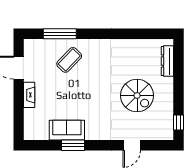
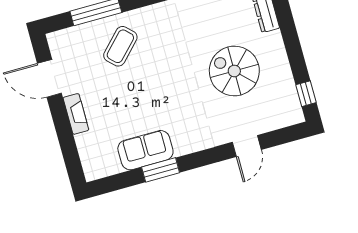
spiral stairs: (137, 96) -> (234, 71), turned 180

